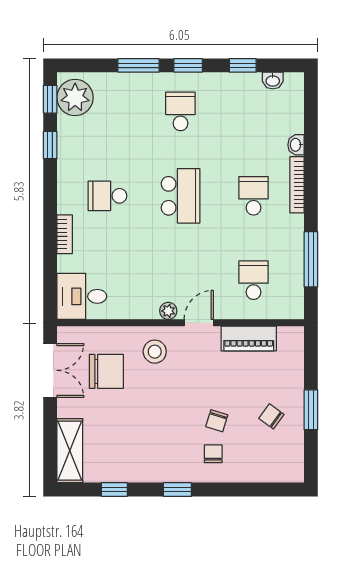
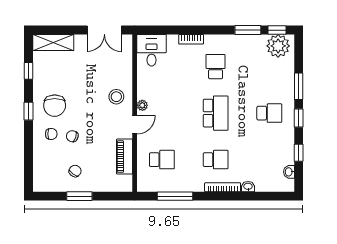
window: (50, 145) -> (248, 30), width x1.50
school desk: (180, 196) -> (216, 113), turned -90
door: (199, 323) -> (135, 125), hinge flipped
chair: (106, 371) -> (55, 106), moved

